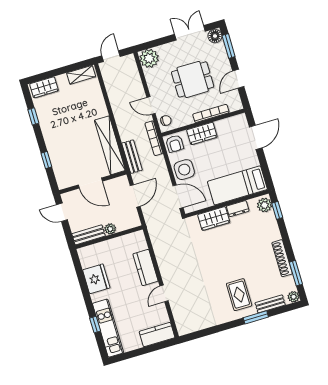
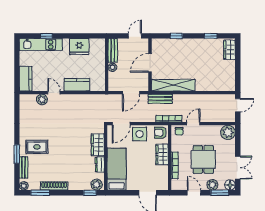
door: (111, 56) -> (238, 105), hinge flipped
plant: (221, 58) -> (212, 185), added
shelving: (81, 75) -> (231, 79), removed
door: (135, 196) -> (131, 93), hinge flipped
plant: (177, 306) -> (42, 100), added

